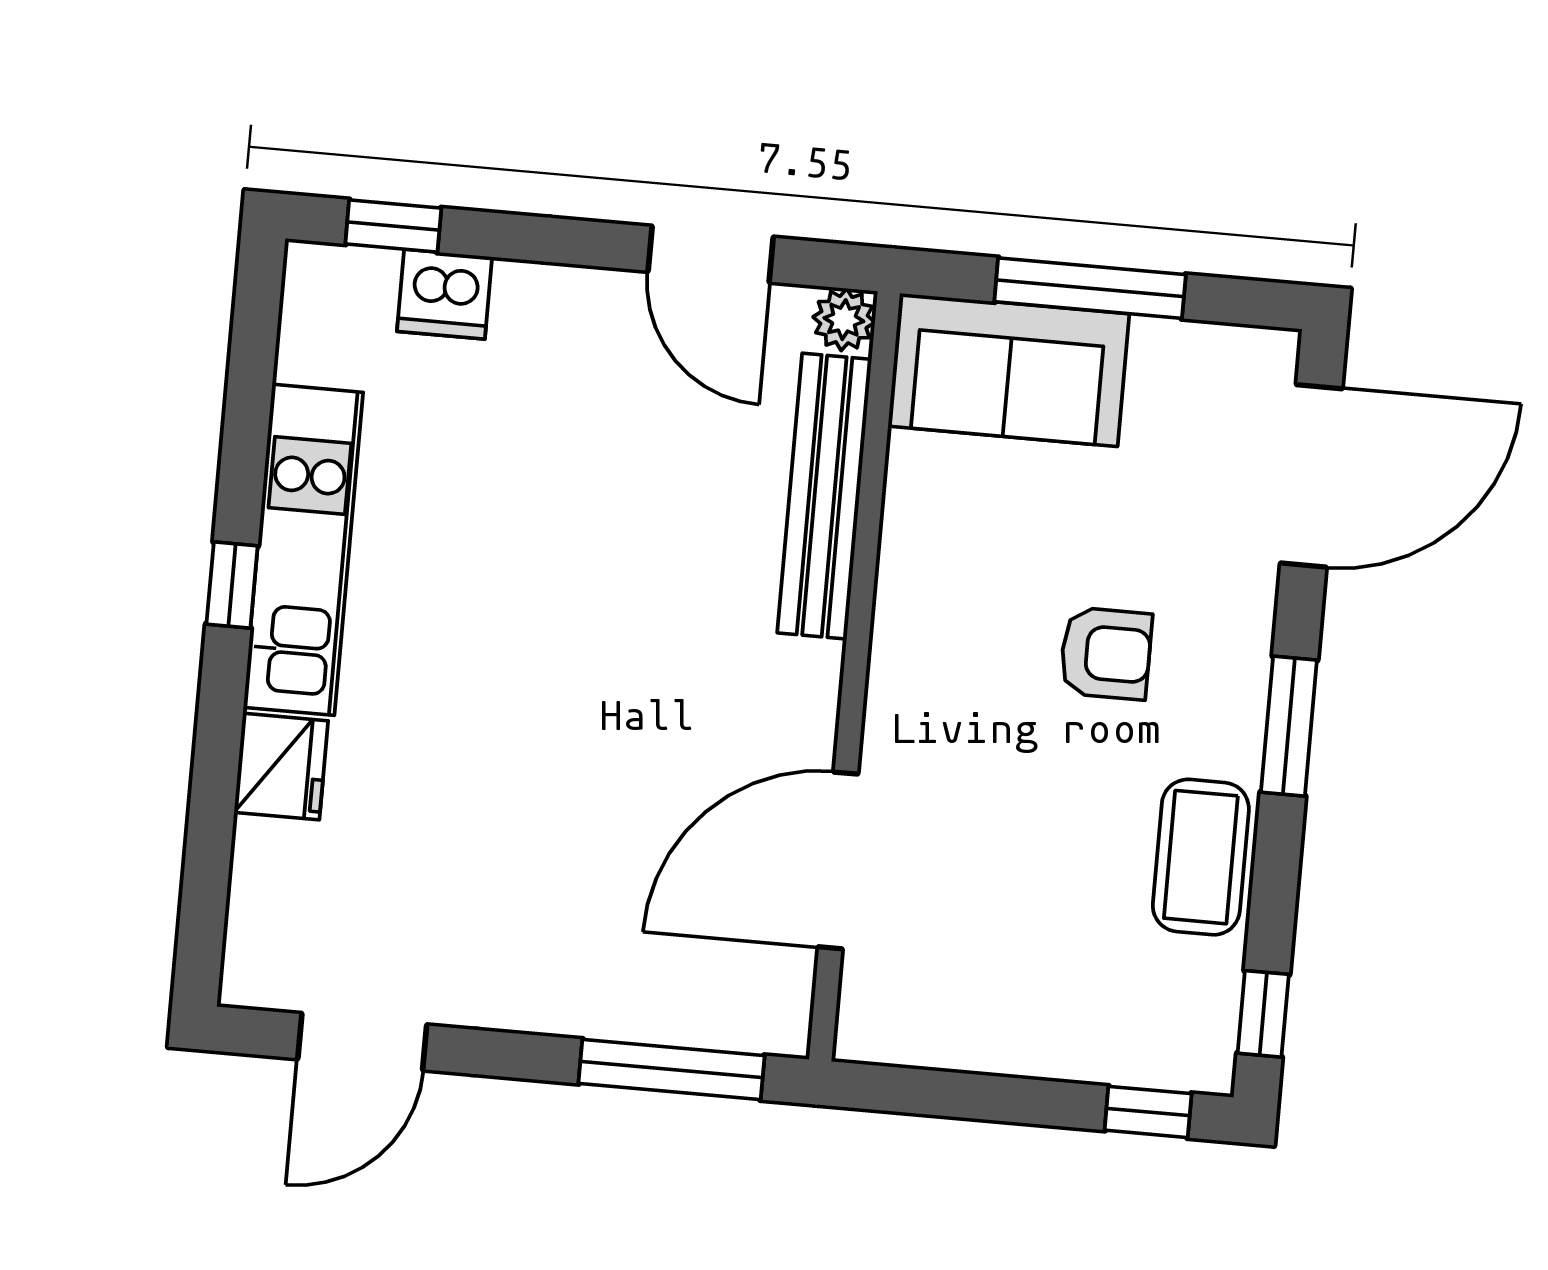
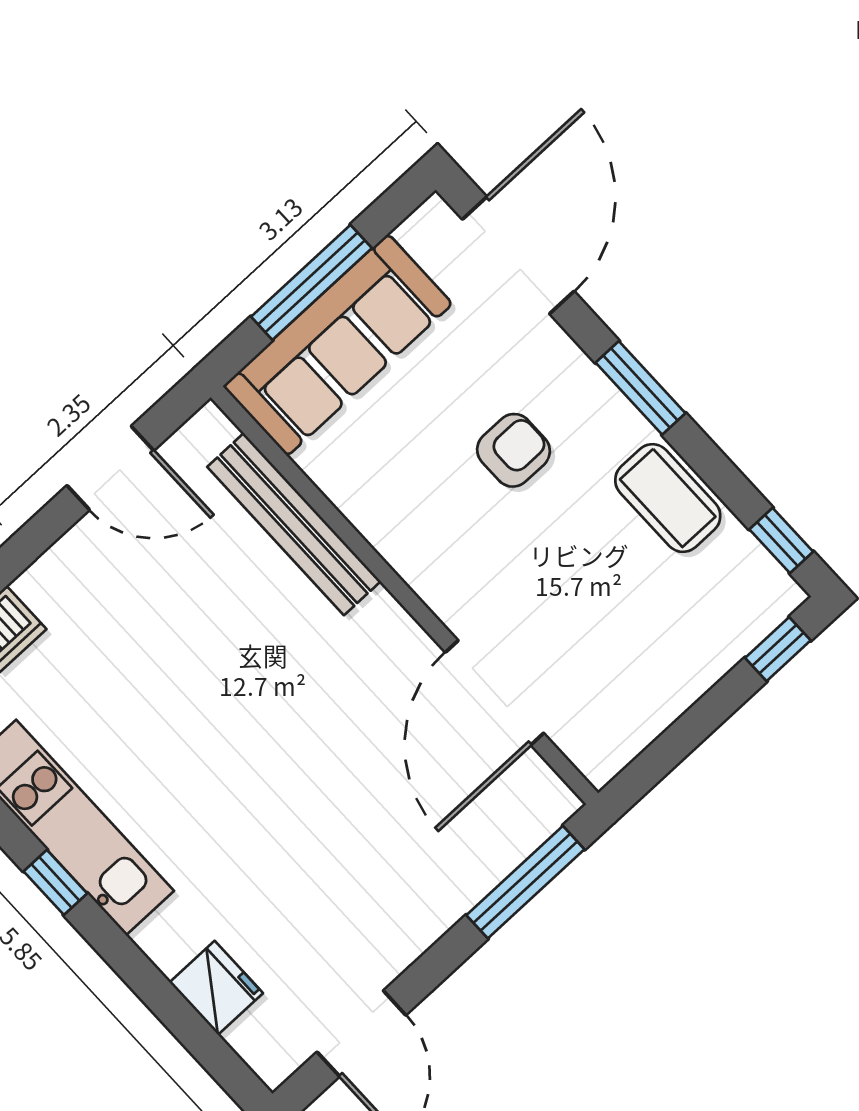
plant: (844, 320) -> (209, 429), removed
sofa: (1009, 370) -> (338, 345), width x1.36
fridge: (281, 767) -> (216, 988), moved

